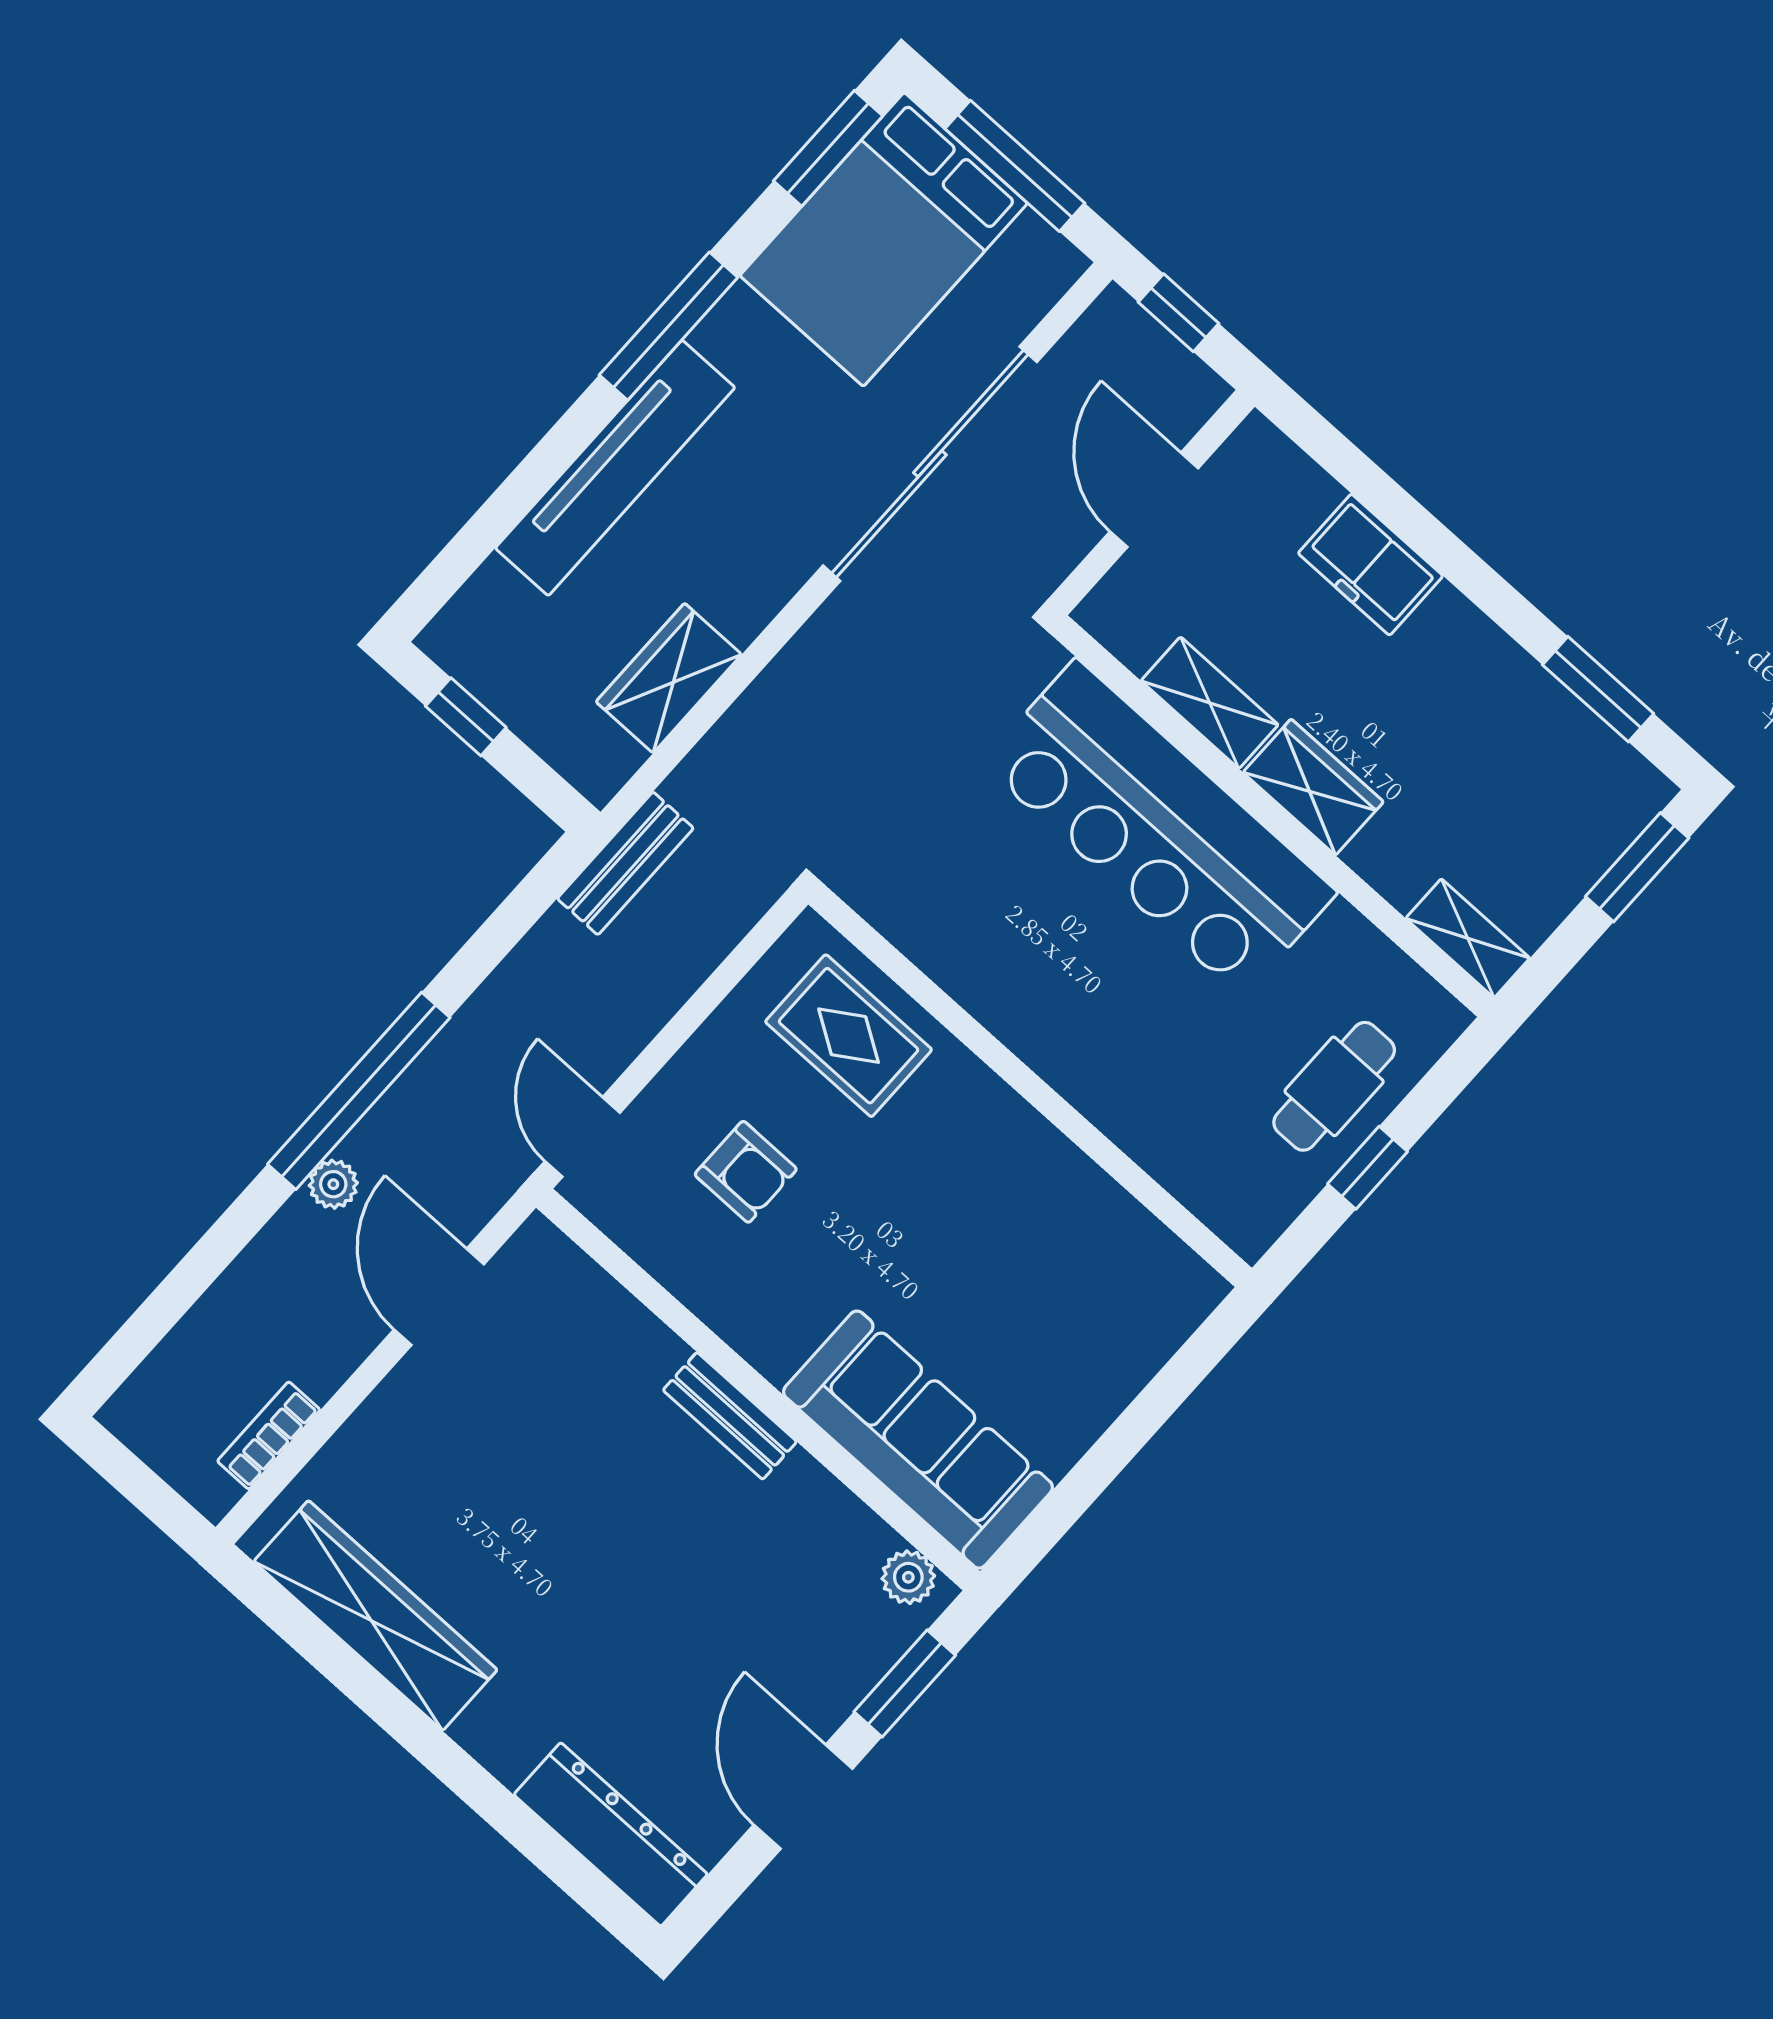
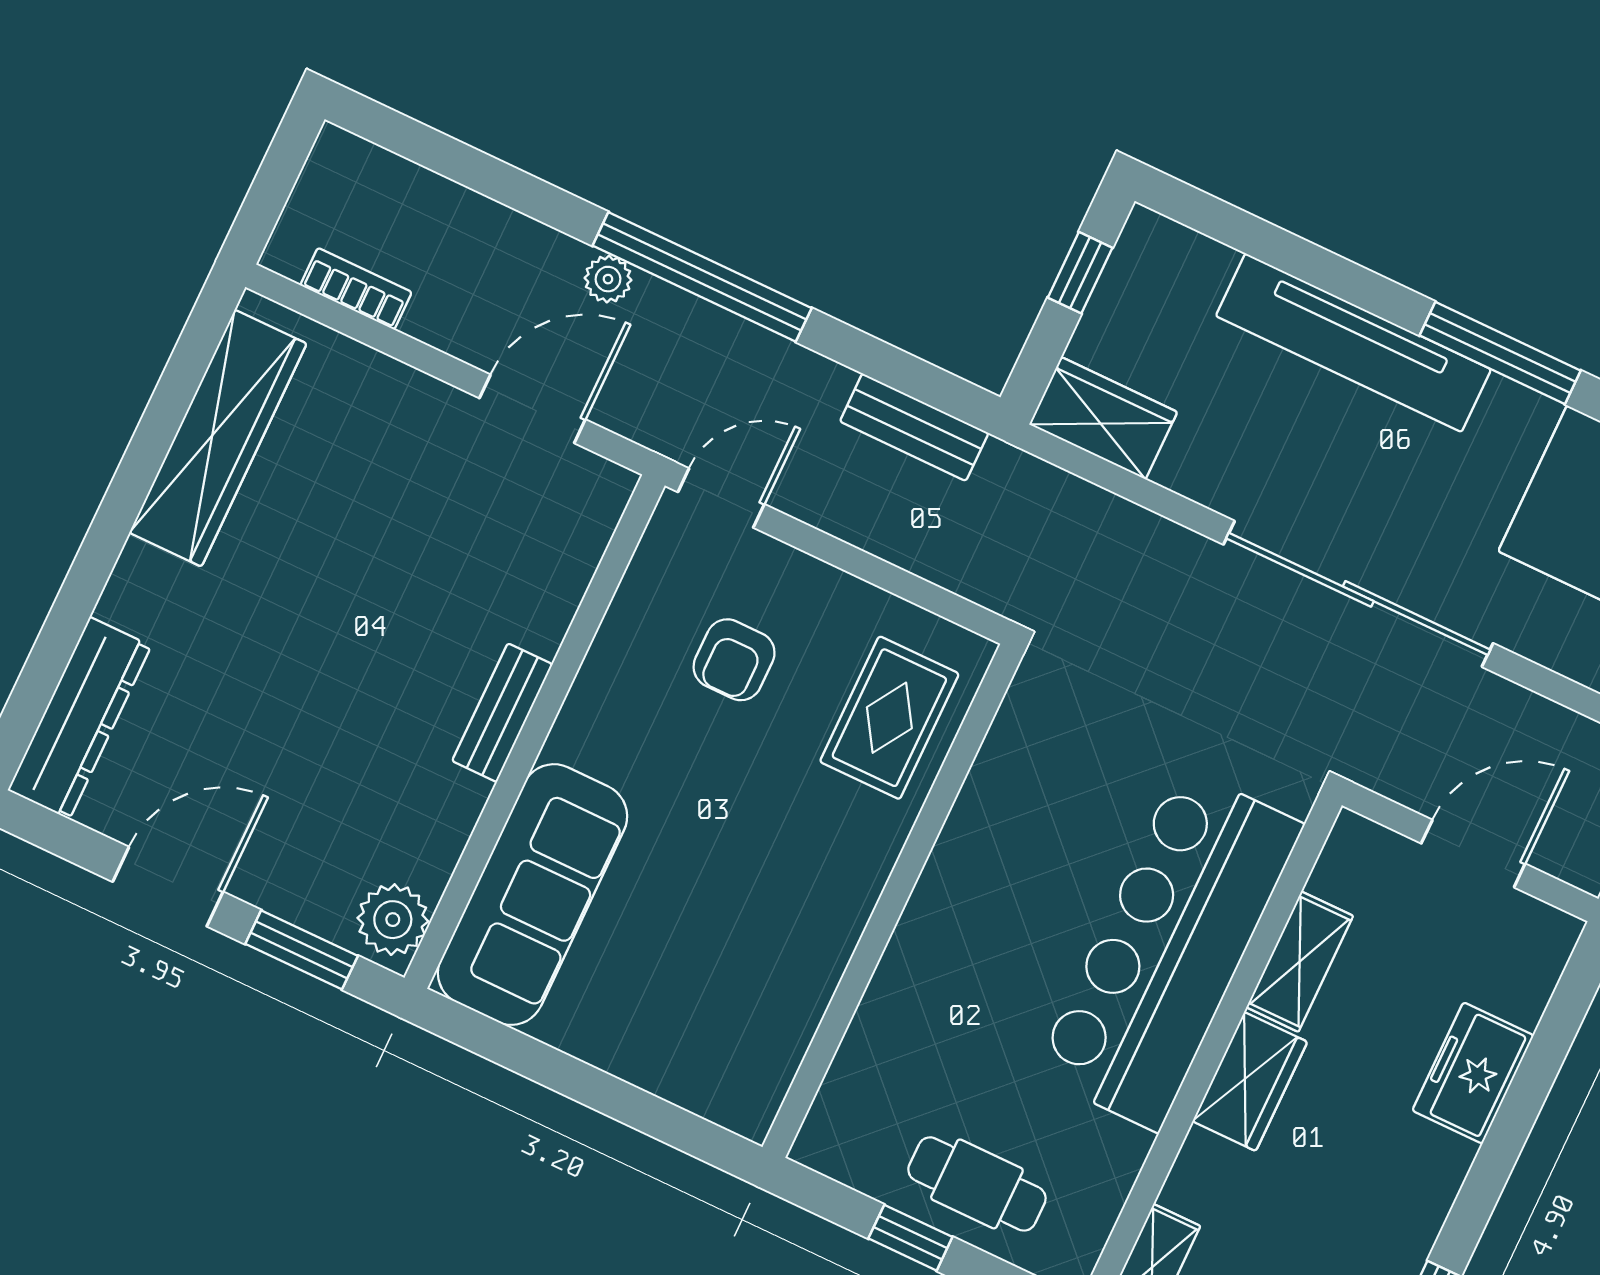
sliding door: (930, 464) -> (1358, 594), moved
wardrobe: (669, 678) -> (1103, 418), moved
bench: (625, 863) -> (914, 427), moved
plant: (908, 1577) -> (393, 920), width x1.38, depth x1.38

